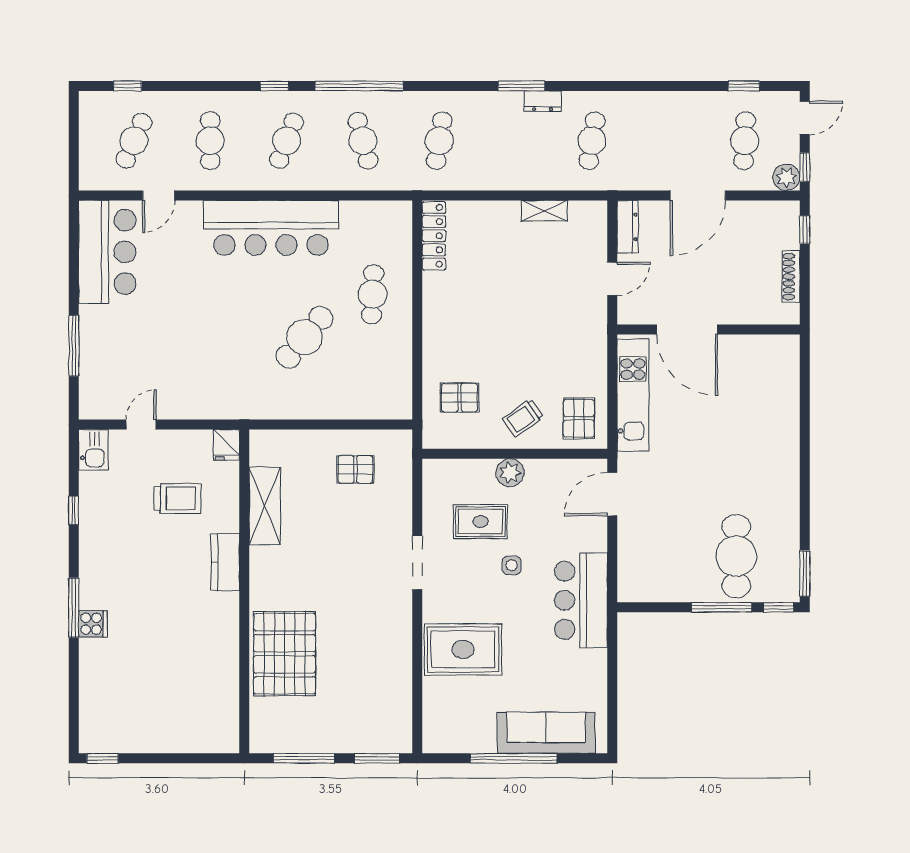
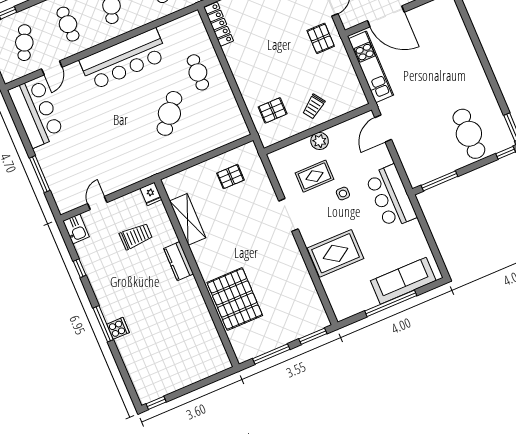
pallet: (579, 418) -> (321, 38), moved
window: (722, 607) -> (439, 181), moved

